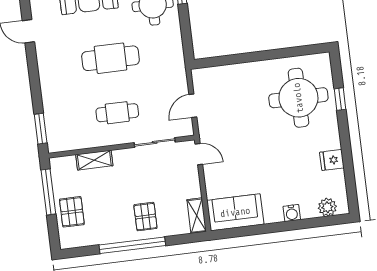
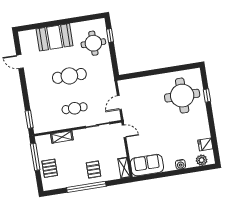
fridge: (332, 160) -> (205, 144), moved

